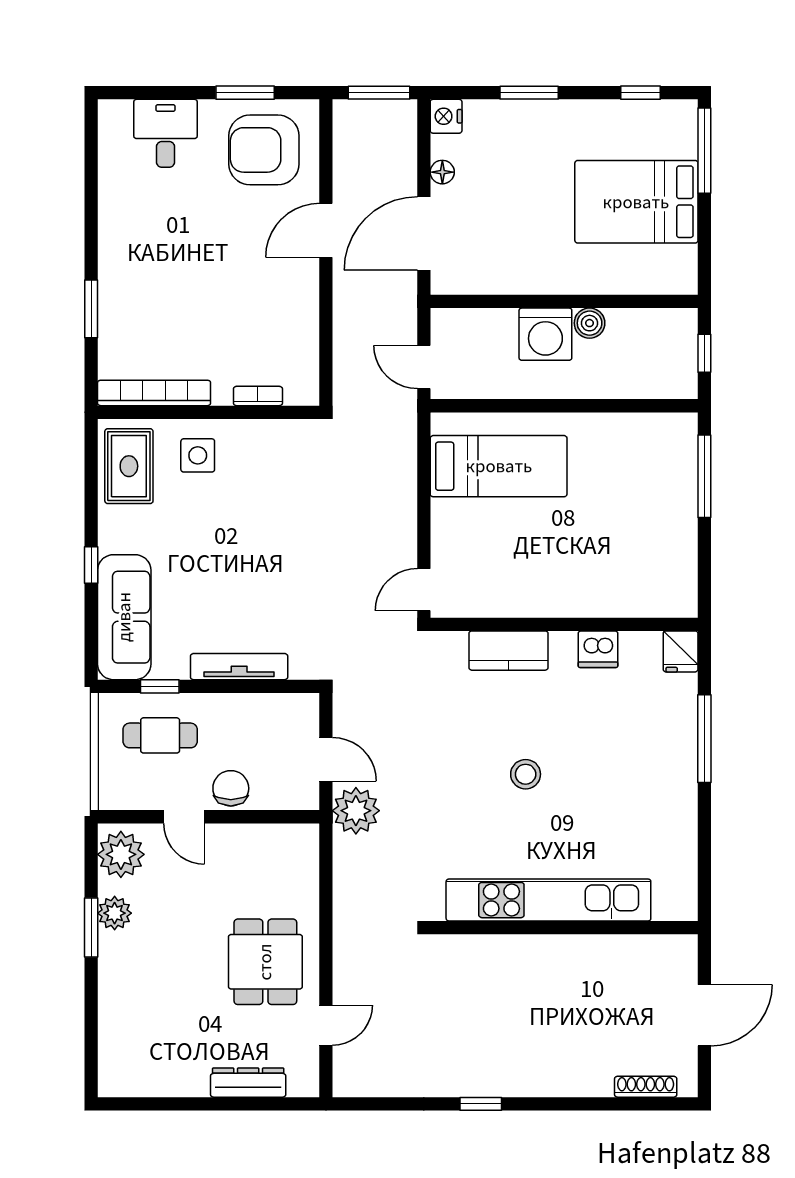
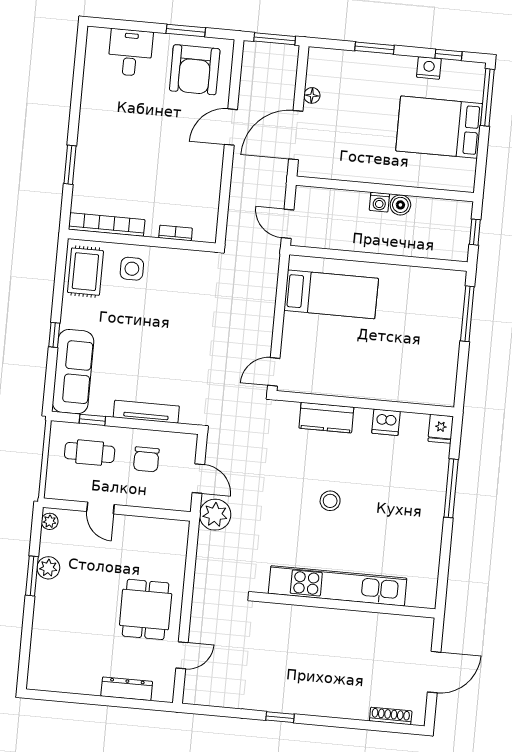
nightstand: (446, 116) -> (429, 68), moved, turned 90
armchair: (264, 150) -> (195, 70), turned -90
washing machine: (545, 334) -> (379, 202), width x0.53, depth x0.53
chair: (231, 788) -> (146, 459), moved, turned 180
plant: (121, 854) -> (50, 521), width x0.53, depth x0.53

